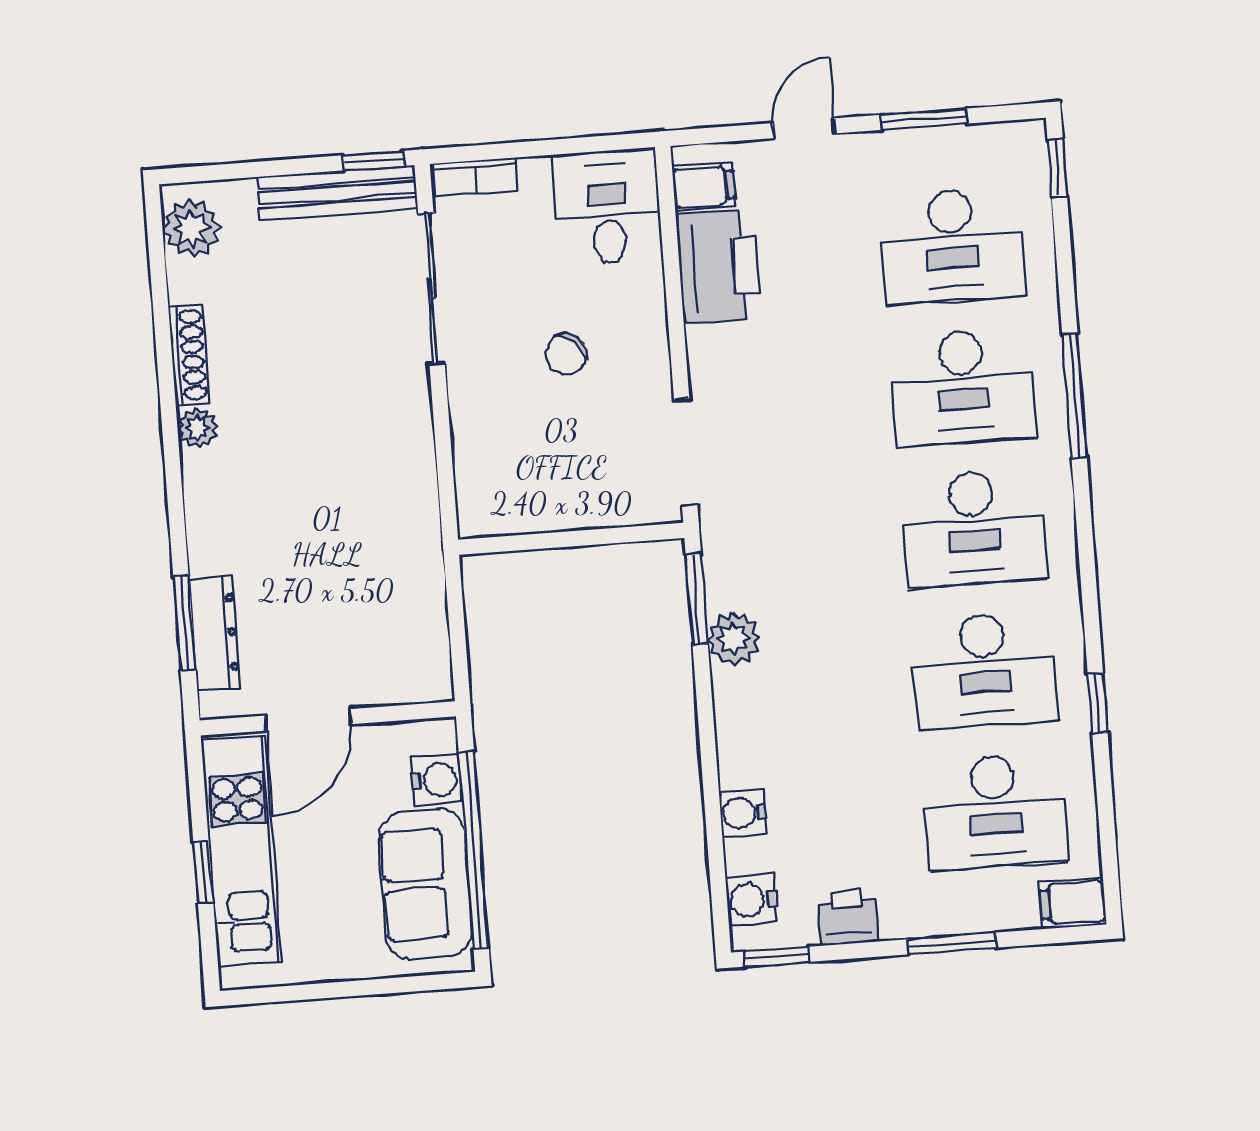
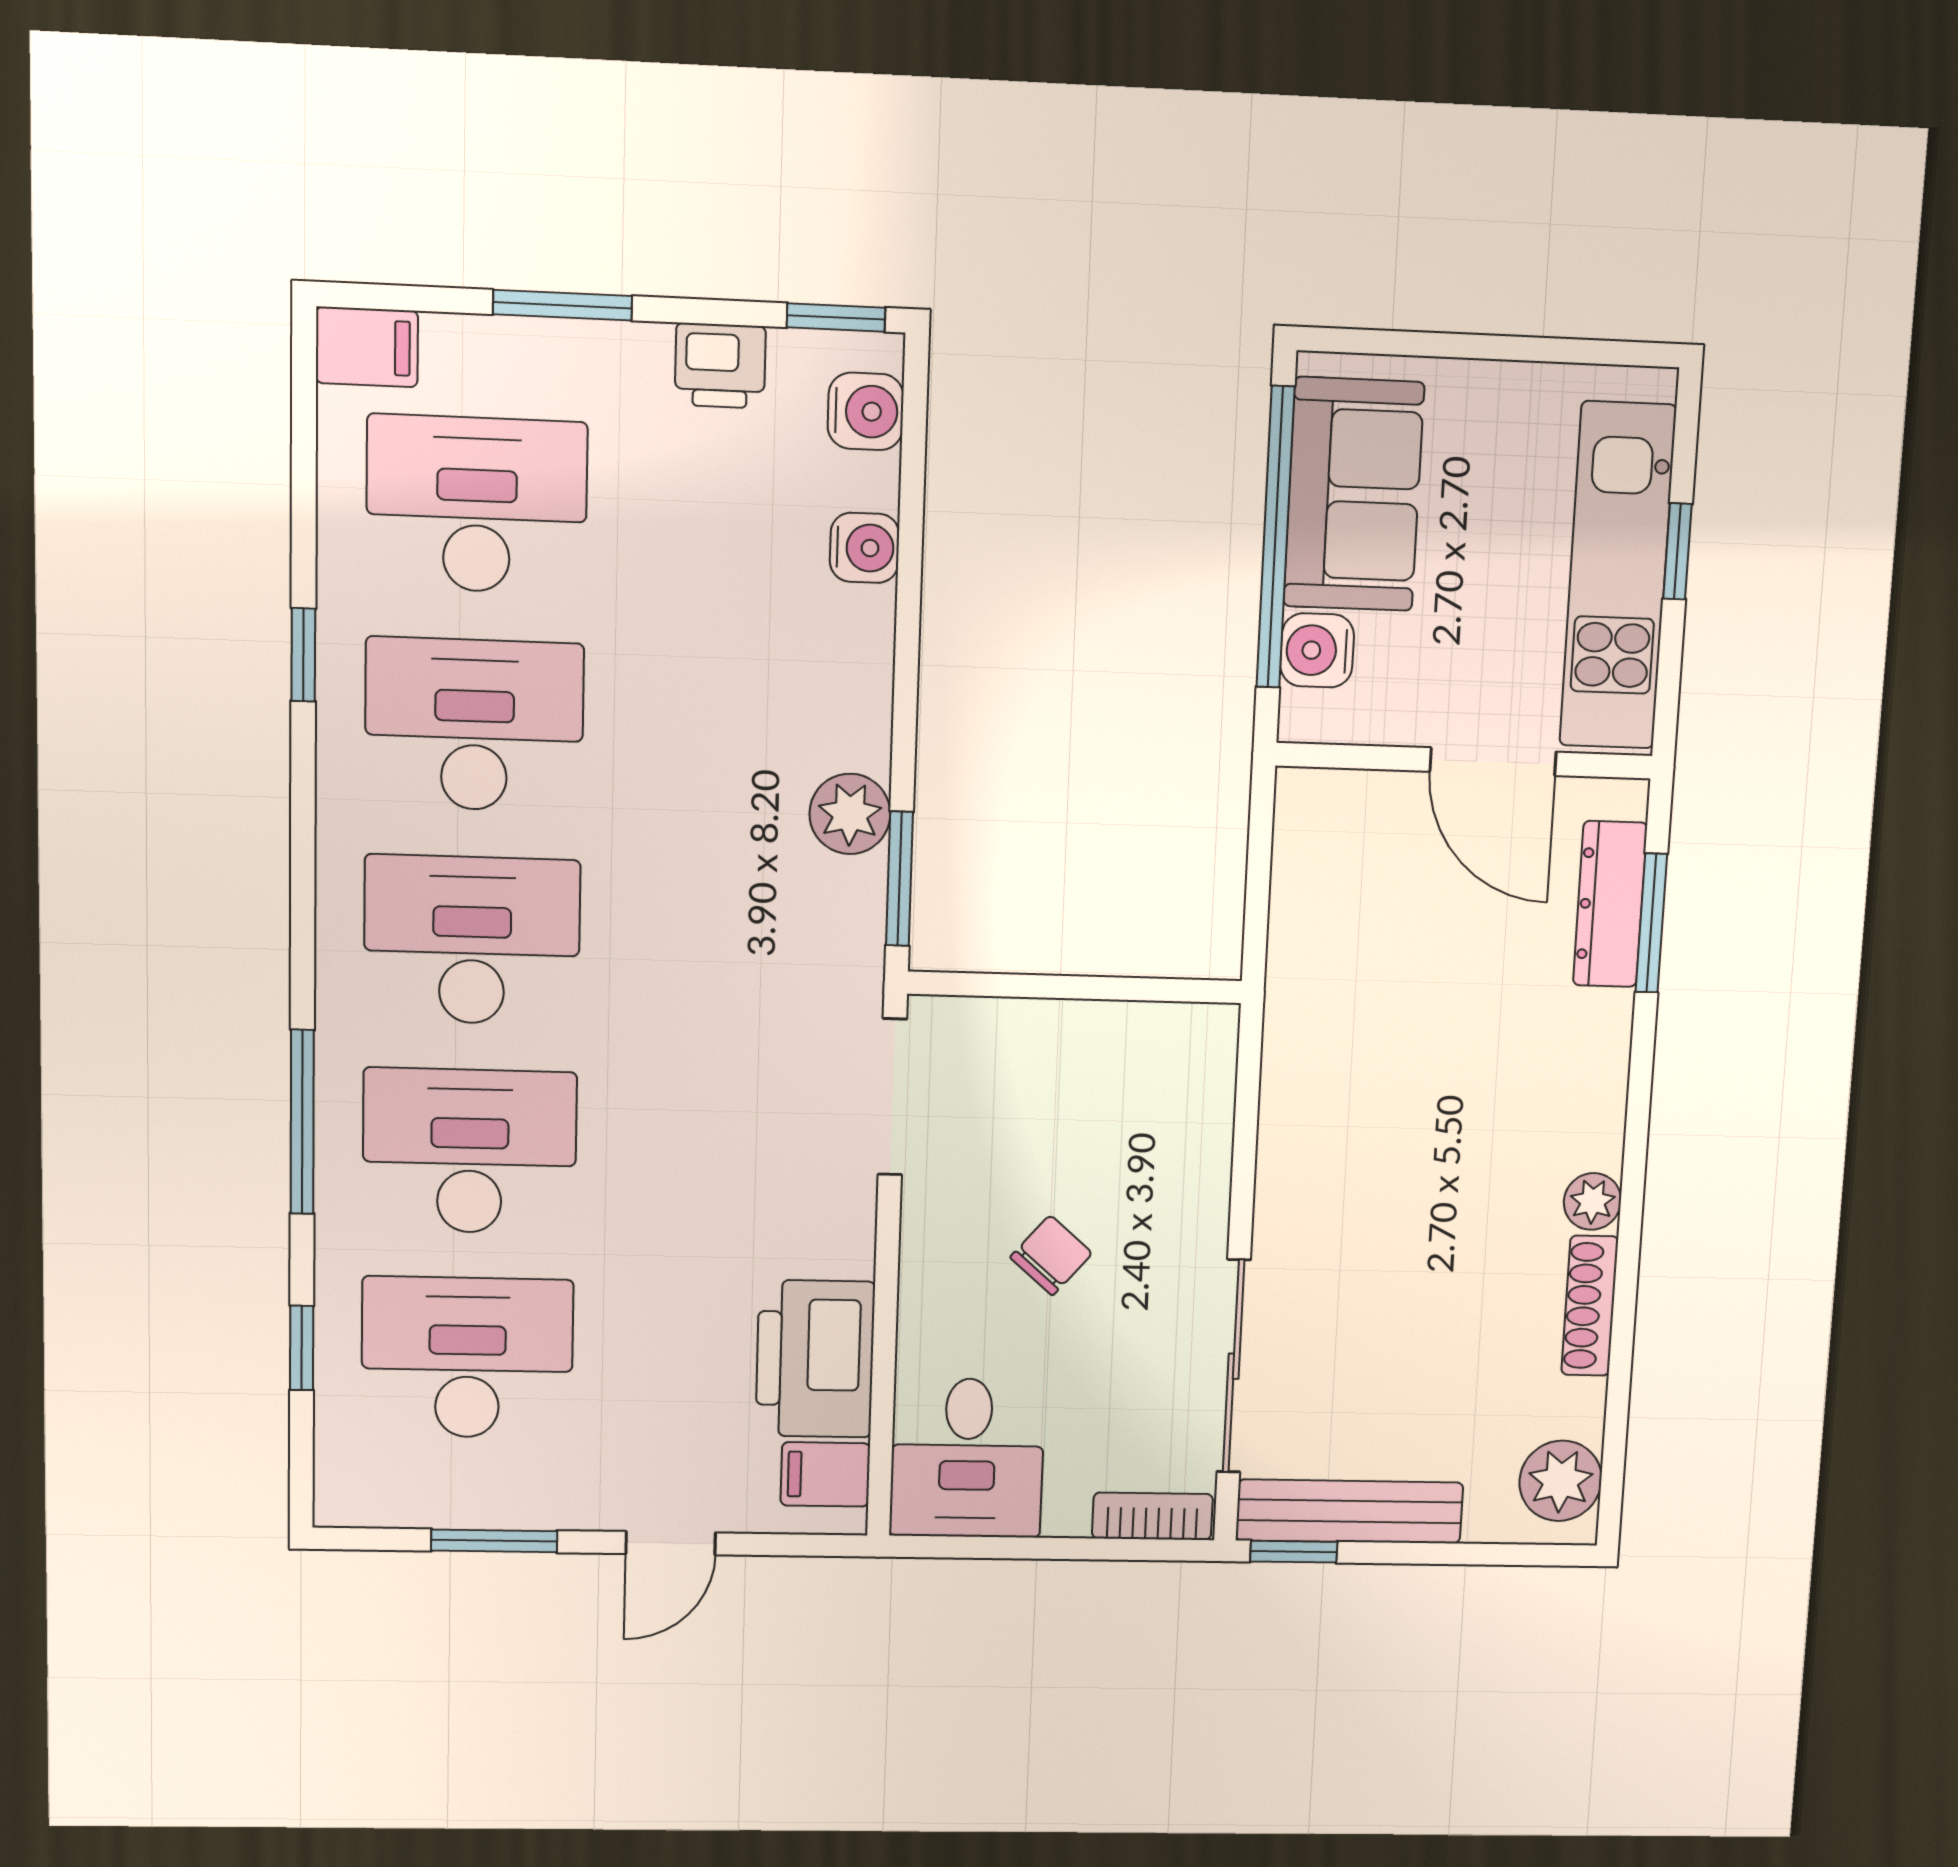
window: (1057, 168) -> (302, 1348), moved
door: (308, 720) -> (1493, 762), swing flipped

